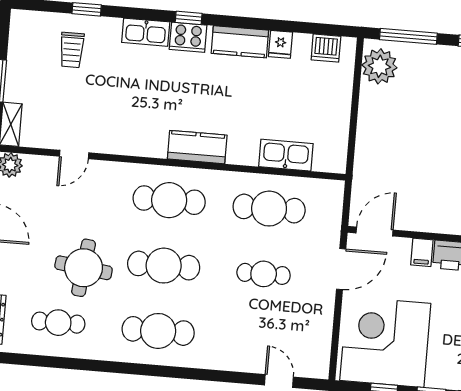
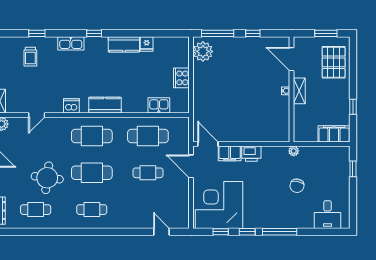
cooker: (188, 37) -> (181, 78), moved, turned 90
dishwasher: (326, 48) -> (71, 106), moved, turned 180
kitchen sink: (286, 155) -> (159, 105), width x0.73
door: (375, 232) -> (208, 144), hinge flipped
filing cabinet: (422, 252) -> (230, 153), width x2.00
door: (341, 269) -> (191, 166), swing flipped
cafe table: (158, 331) -> (92, 210), width x0.73, depth x0.74

